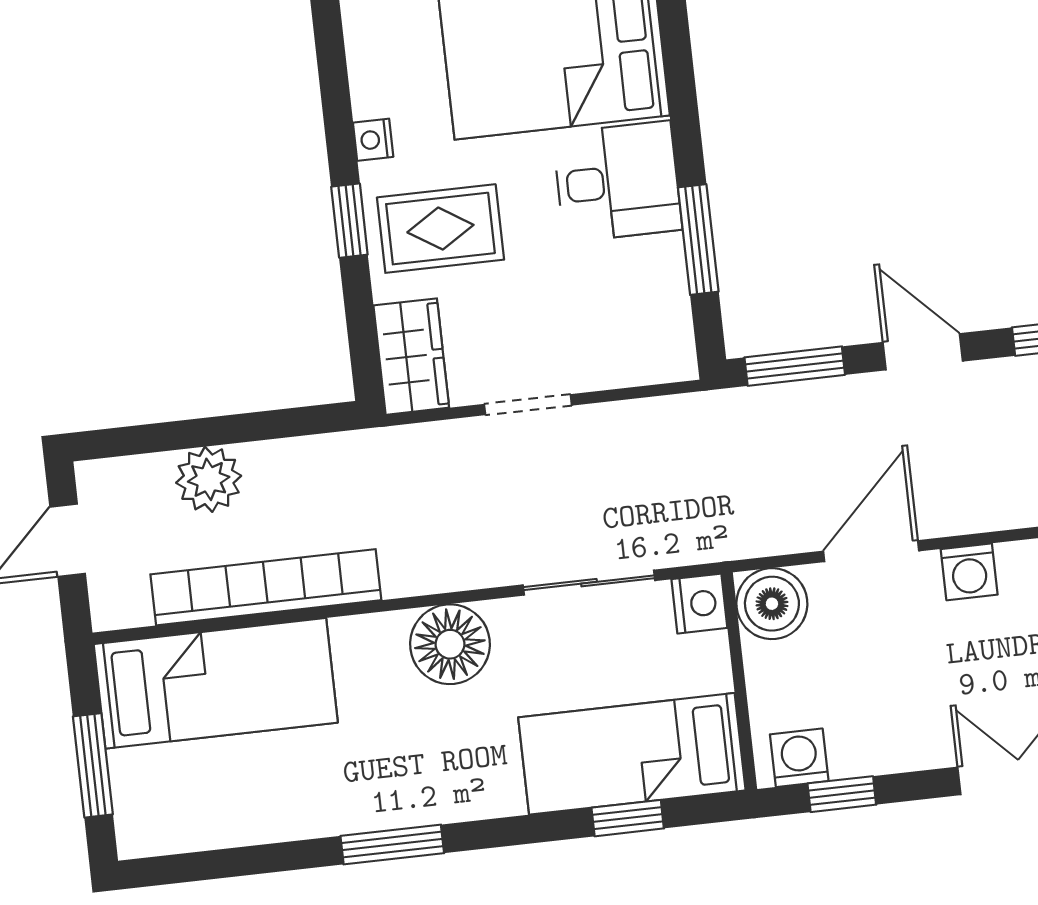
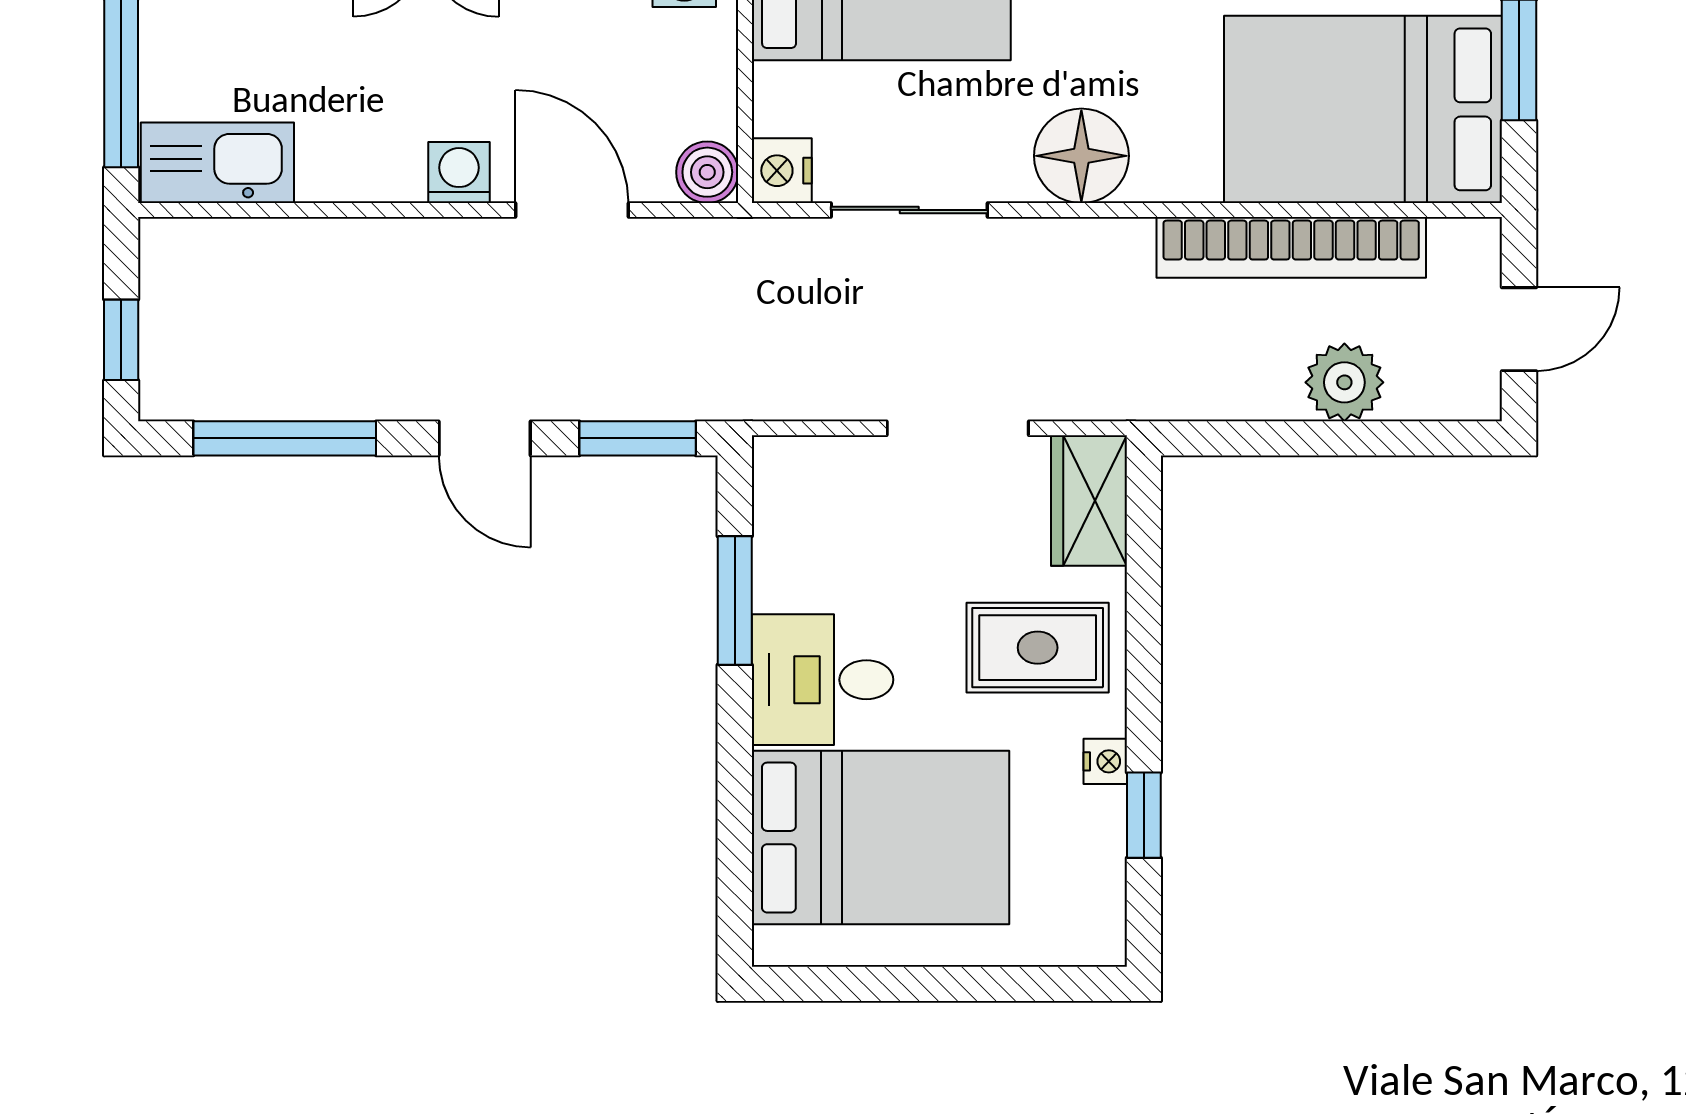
window: (349, 221) -> (1144, 815), moved
doorway: (528, 405) -> (958, 428), width x1.38
door: (871, 551) -> (572, 210), swing flipped
boiler: (772, 604) -> (707, 172), width x0.73, depth x0.73
bed: (216, 683) -> (1363, 109), width x1.50

